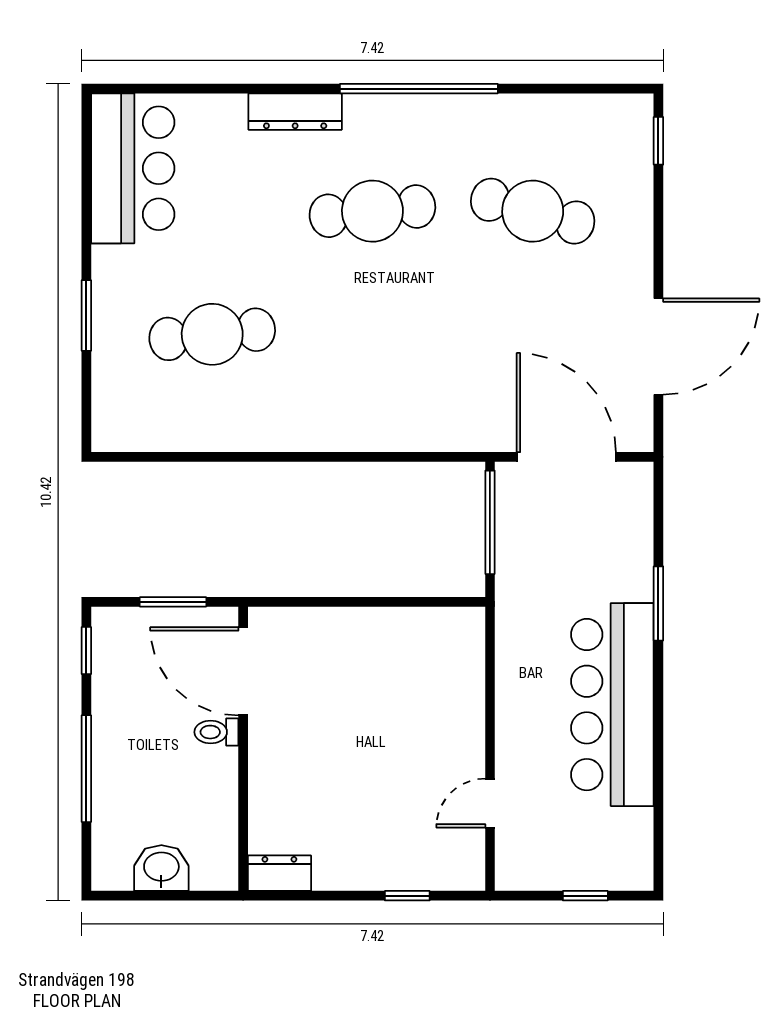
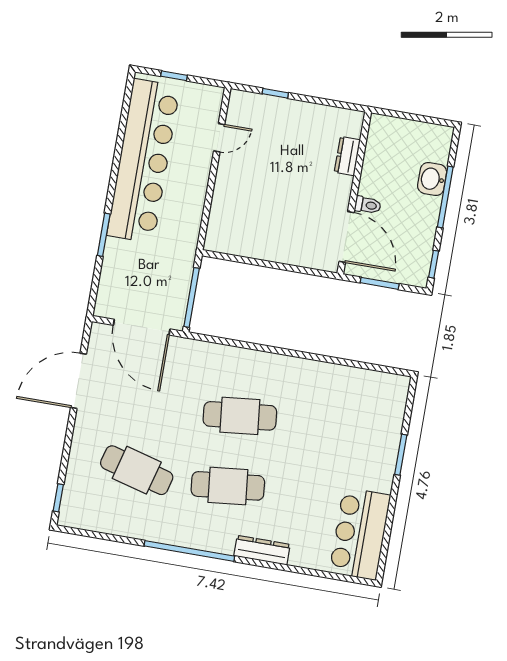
cafe table: (212, 334) -> (240, 416), moved
bar counter: (612, 705) -> (143, 161), width x1.36
washbasin: (161, 868) -> (432, 179), moved, turned 90
dresser: (279, 873) -> (347, 156), moved, turned 90

